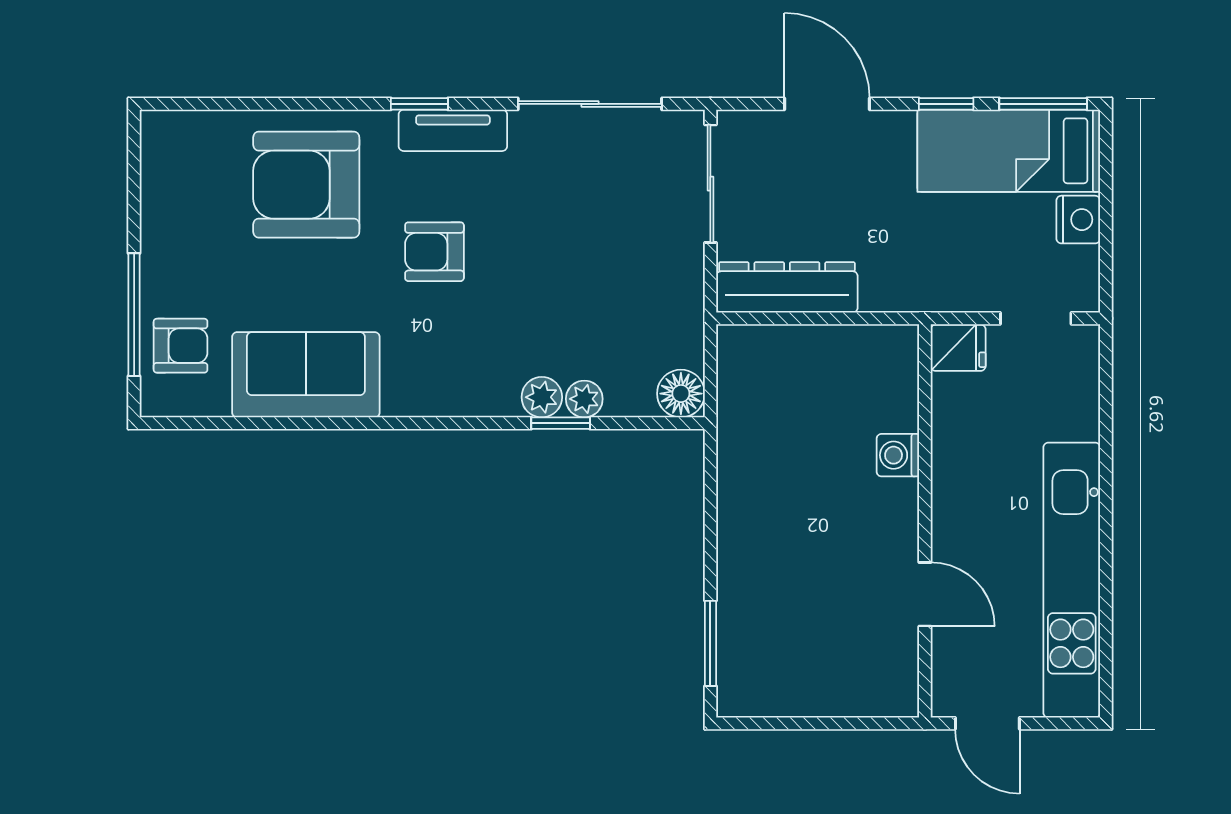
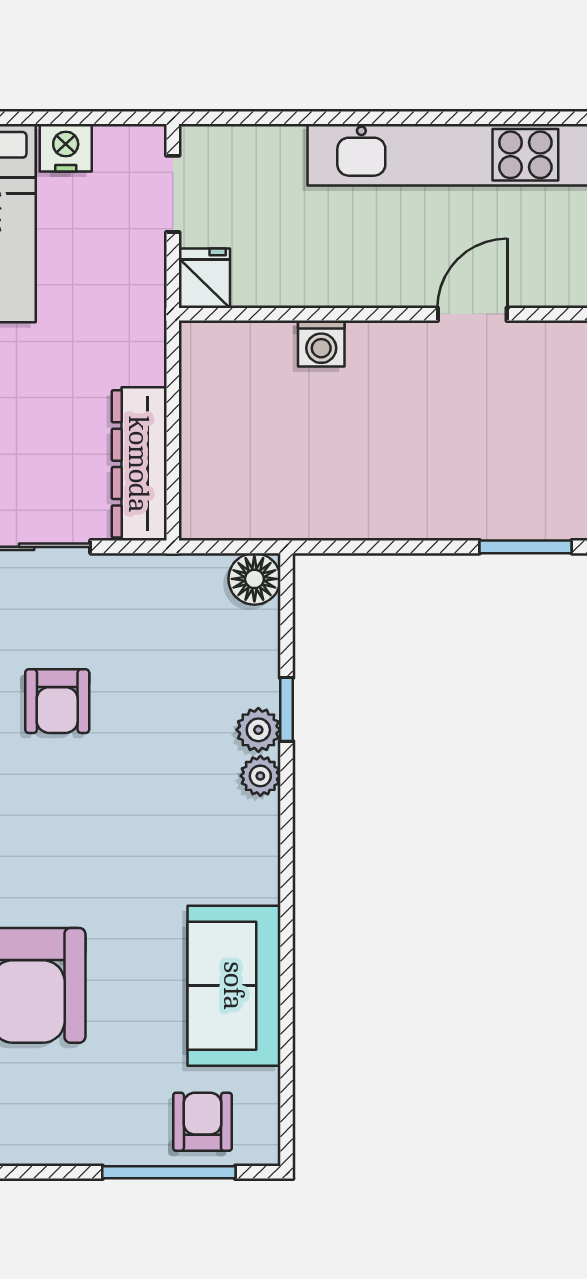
armchair: (434, 252) -> (57, 701), moved
plant: (584, 399) -> (260, 776), moved

